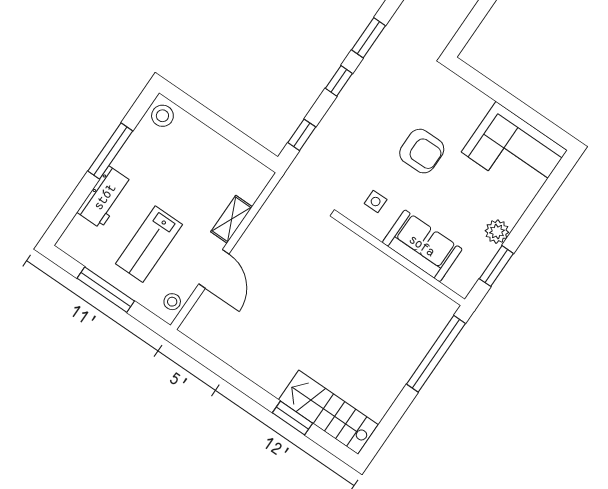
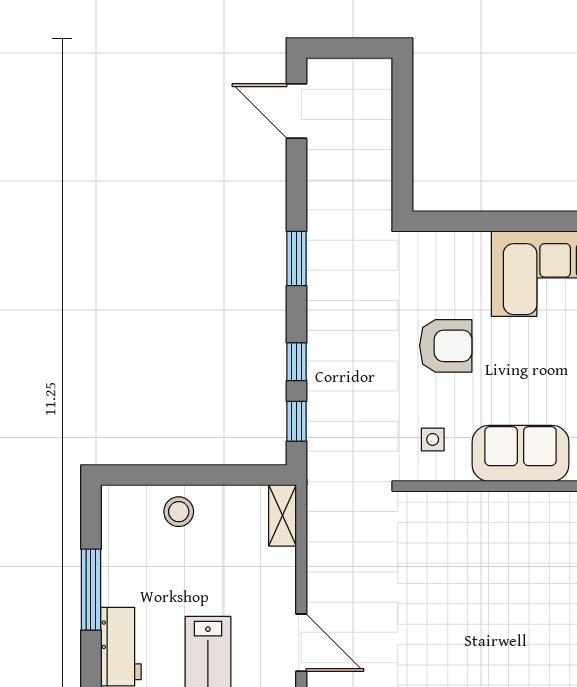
window: (339, 81) -> (296, 362), moved
stool: (162, 116) -> (179, 512), moved
shelving: (232, 219) -> (283, 515), moved

